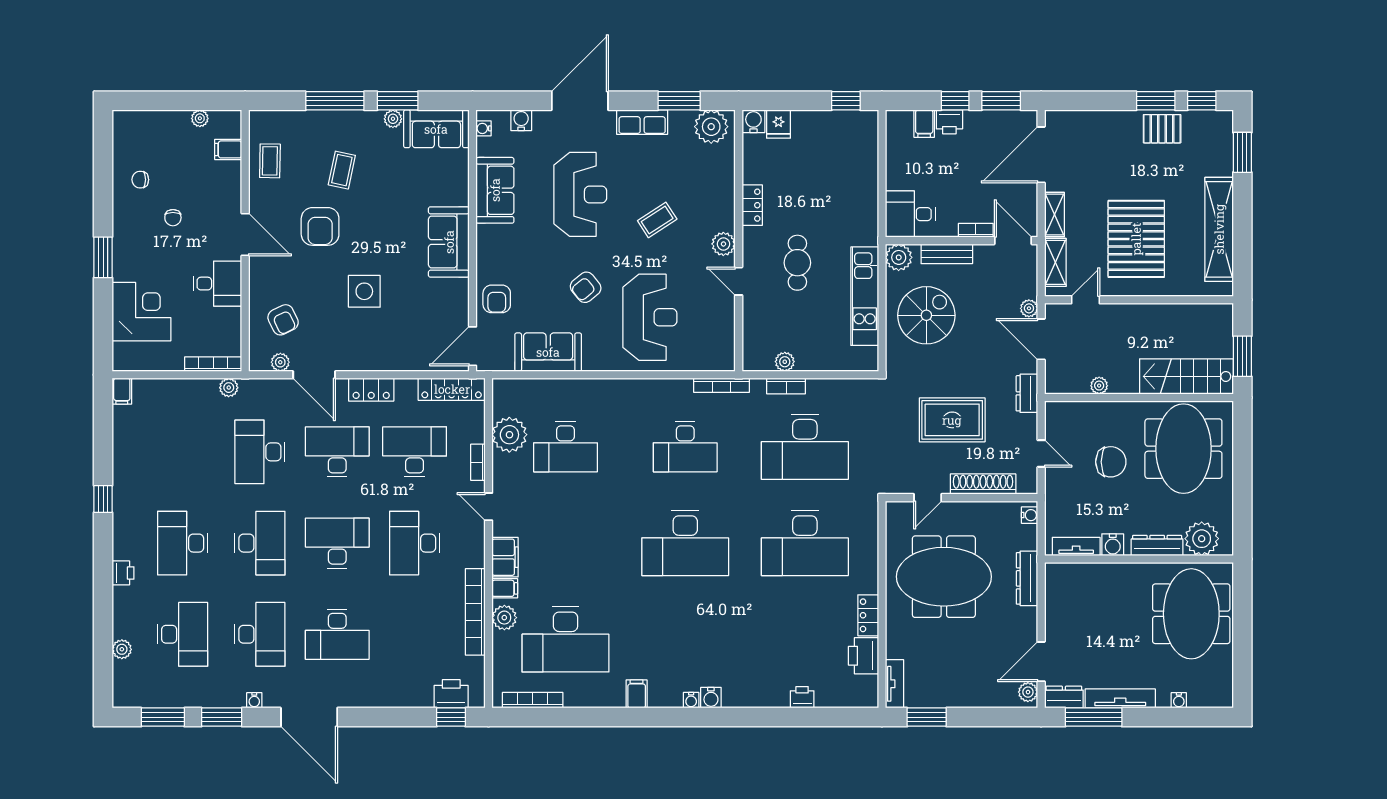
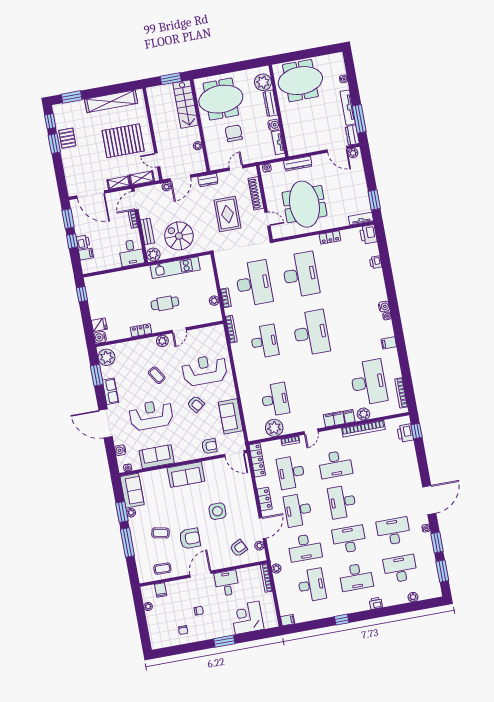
desk: (337, 634) -> (312, 585), moved
printer: (863, 656) -> (368, 234), moved, turned 90

